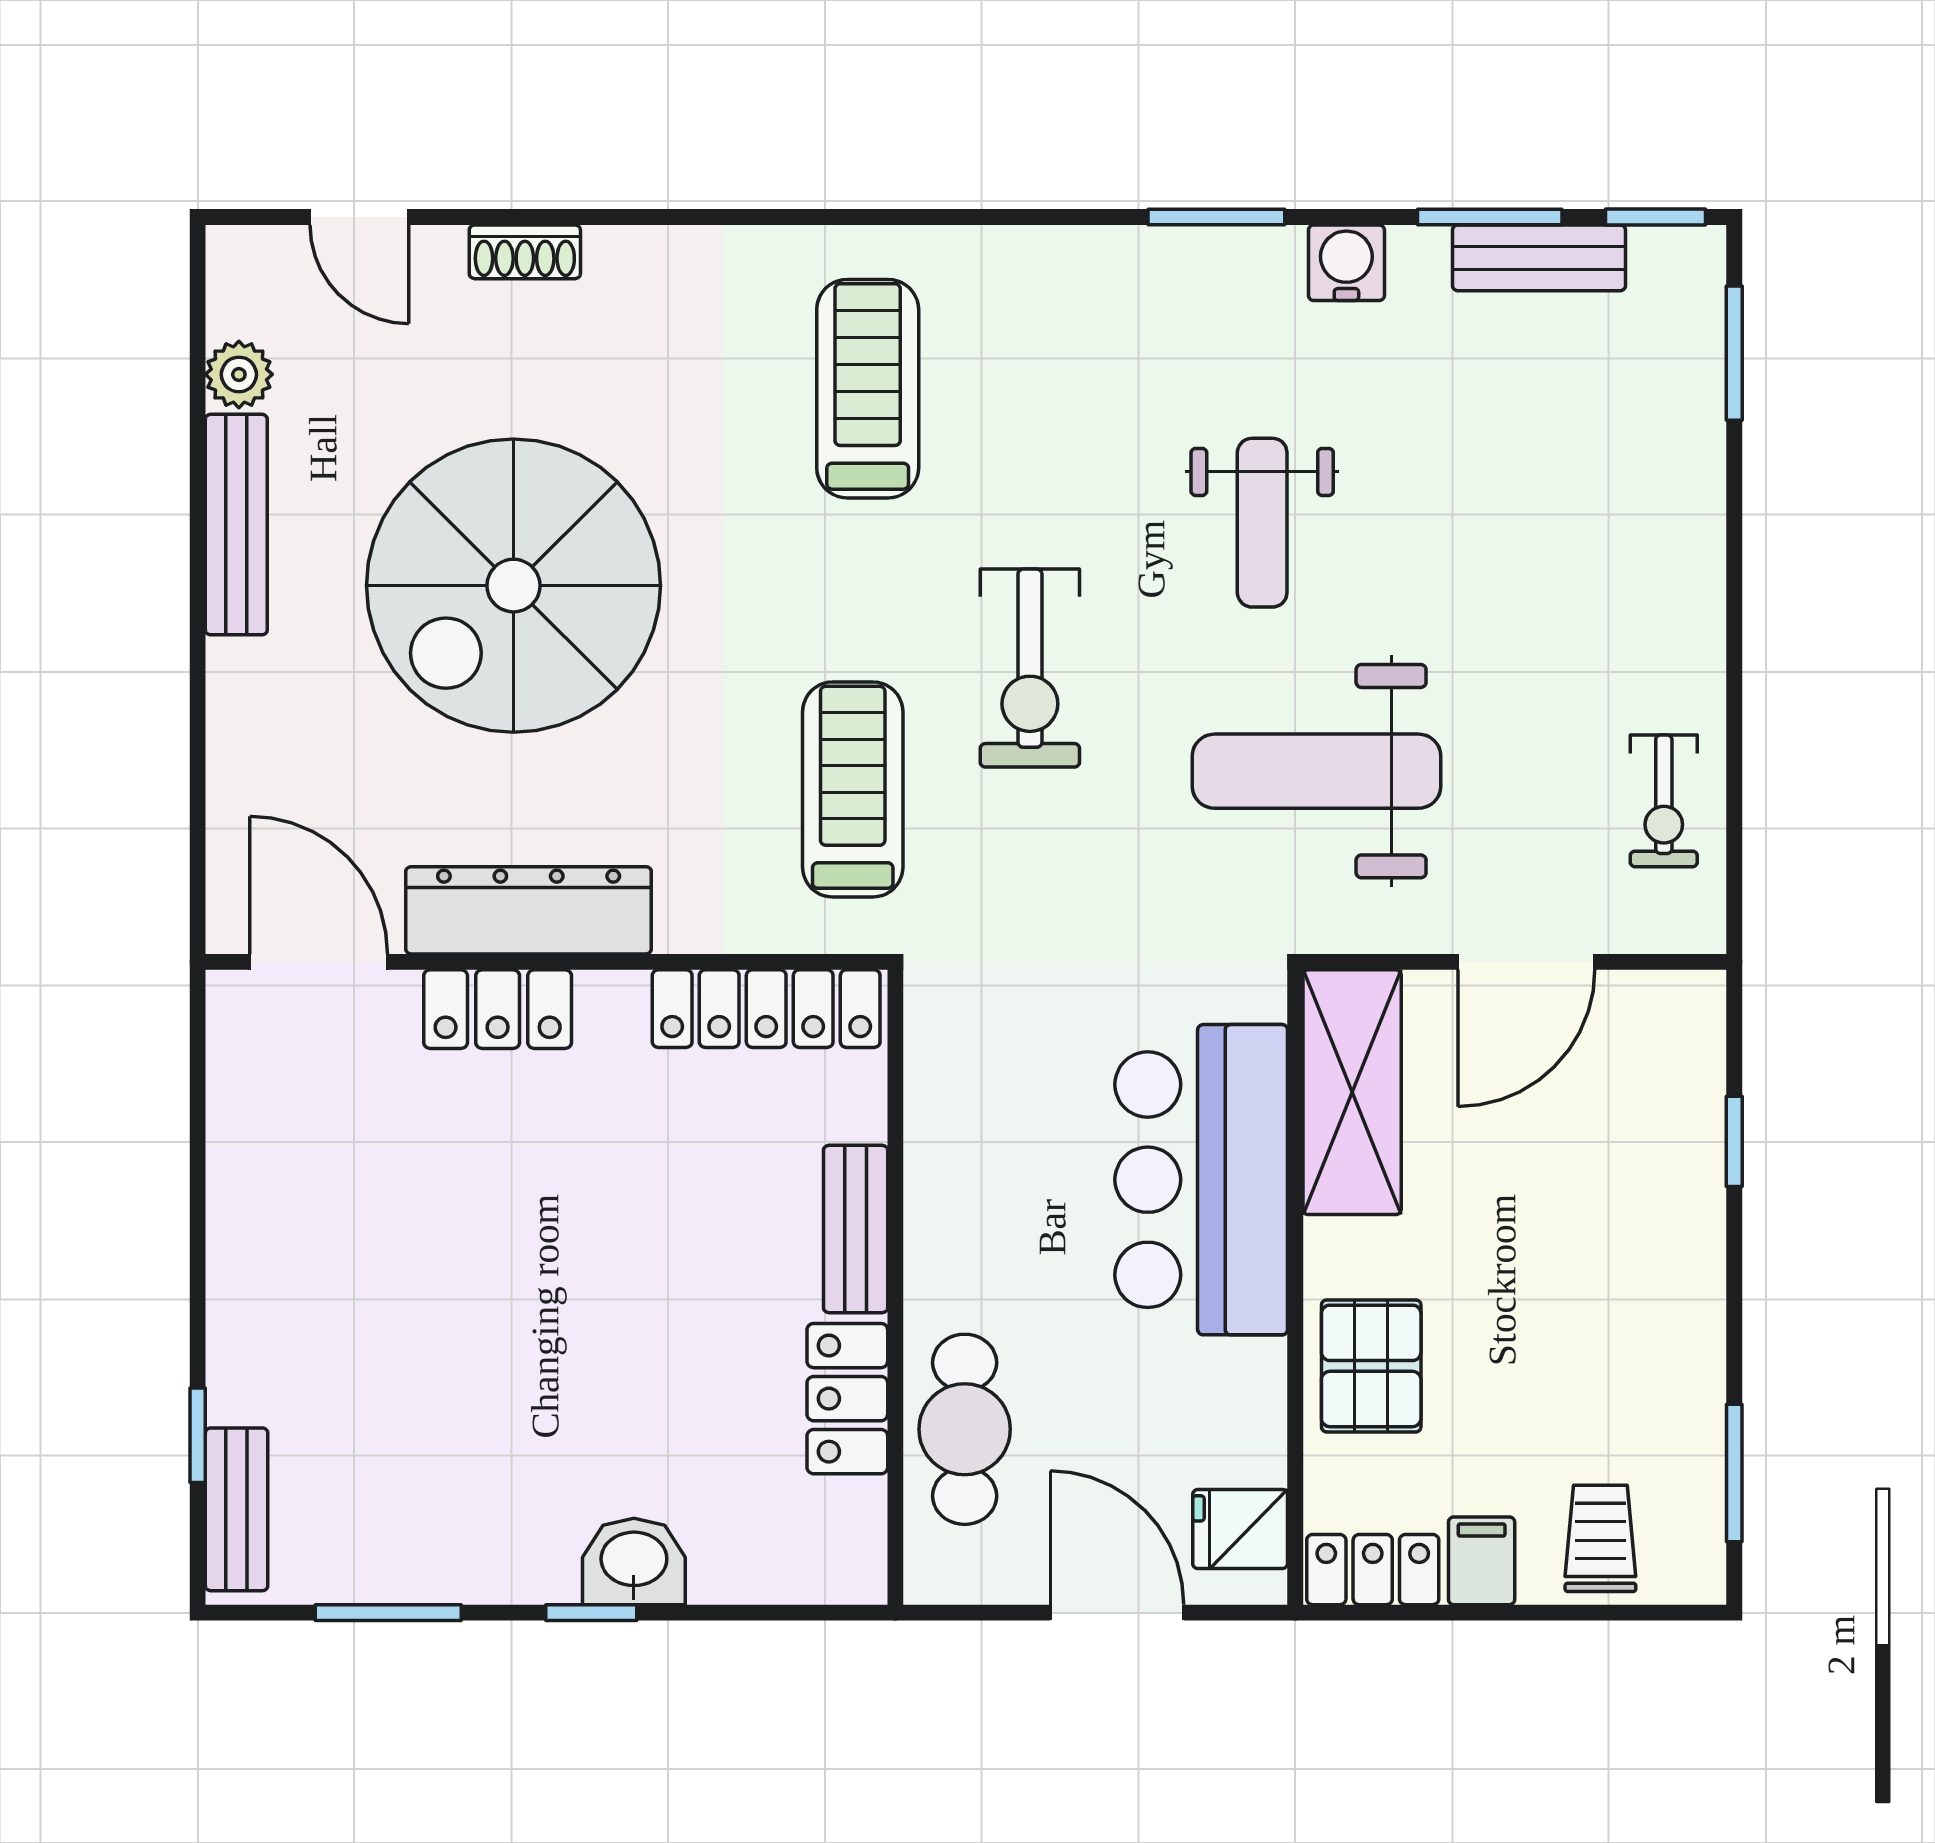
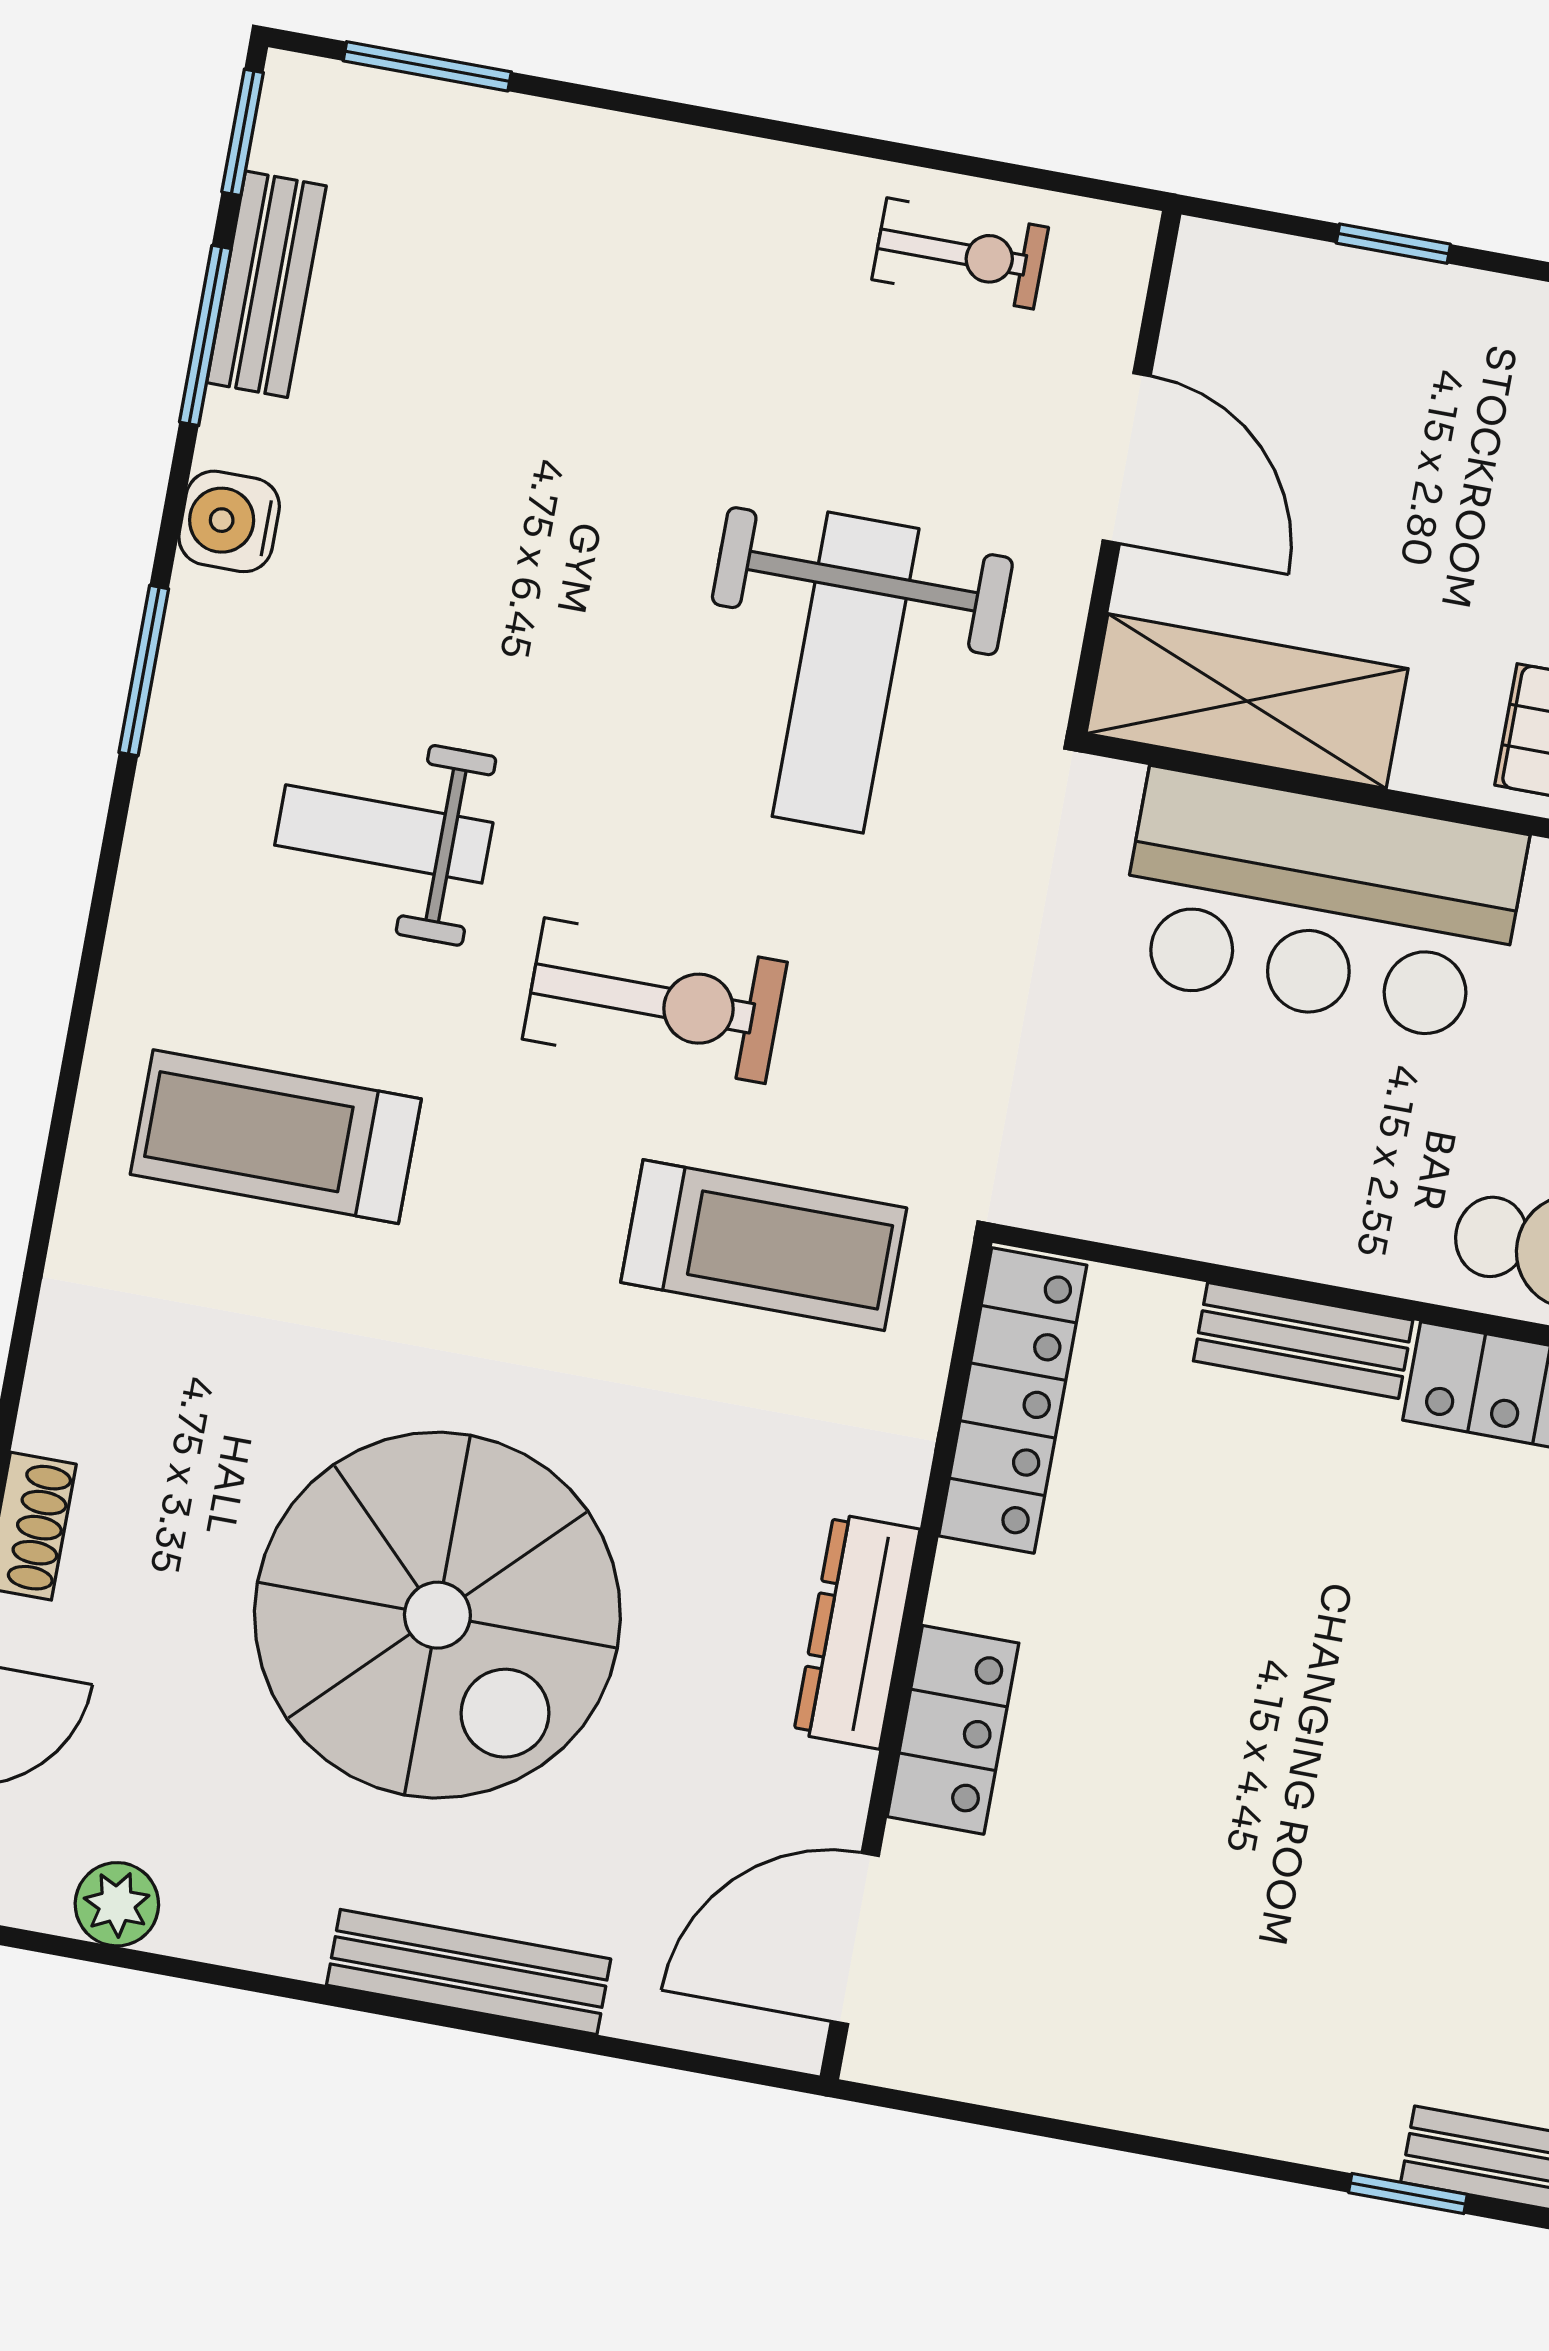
weight bench: (1262, 523) -> (384, 834), moved, turned 180
bench: (236, 525) -> (469, 1972), moved
treadmill: (853, 789) -> (764, 1245), turned 180
dresser: (529, 910) -> (857, 1631), width x0.73, depth x0.80

